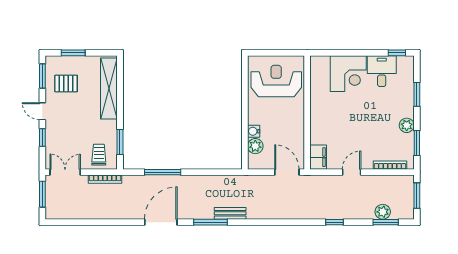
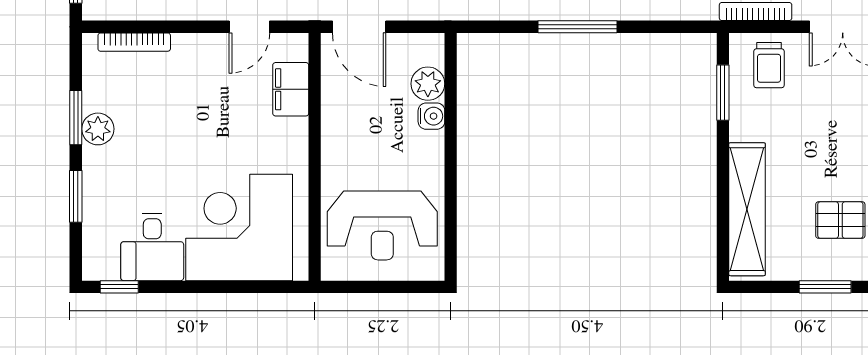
corner desk: (348, 74) -> (239, 227), width x1.36, depth x1.36
window: (417, 143) -> (76, 118), moved
filing cabinet: (318, 157) -> (291, 89), moved
window: (163, 172) -> (578, 27), moved
door: (352, 172) -> (249, 27), moved

